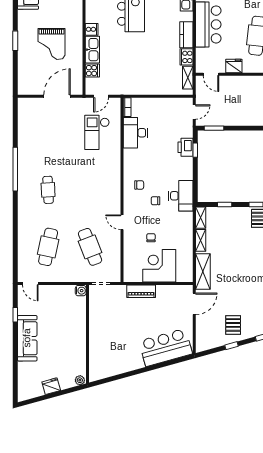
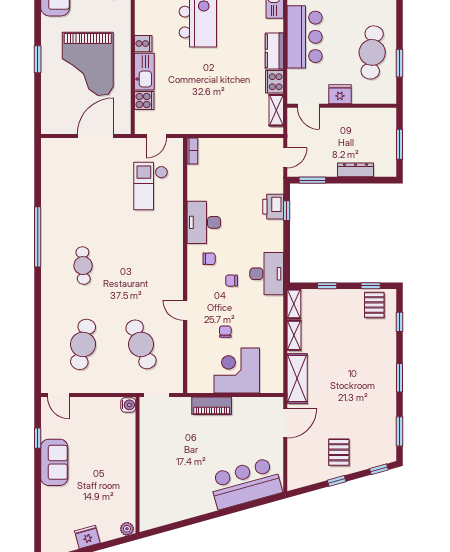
grand piano: (52, 44) -> (88, 64), width x1.37, depth x1.48
dresser: (245, 121) -> (355, 170), added
desk: (135, 133) -> (204, 222), moved
sofa: (27, 338) -> (54, 462), width x0.73

